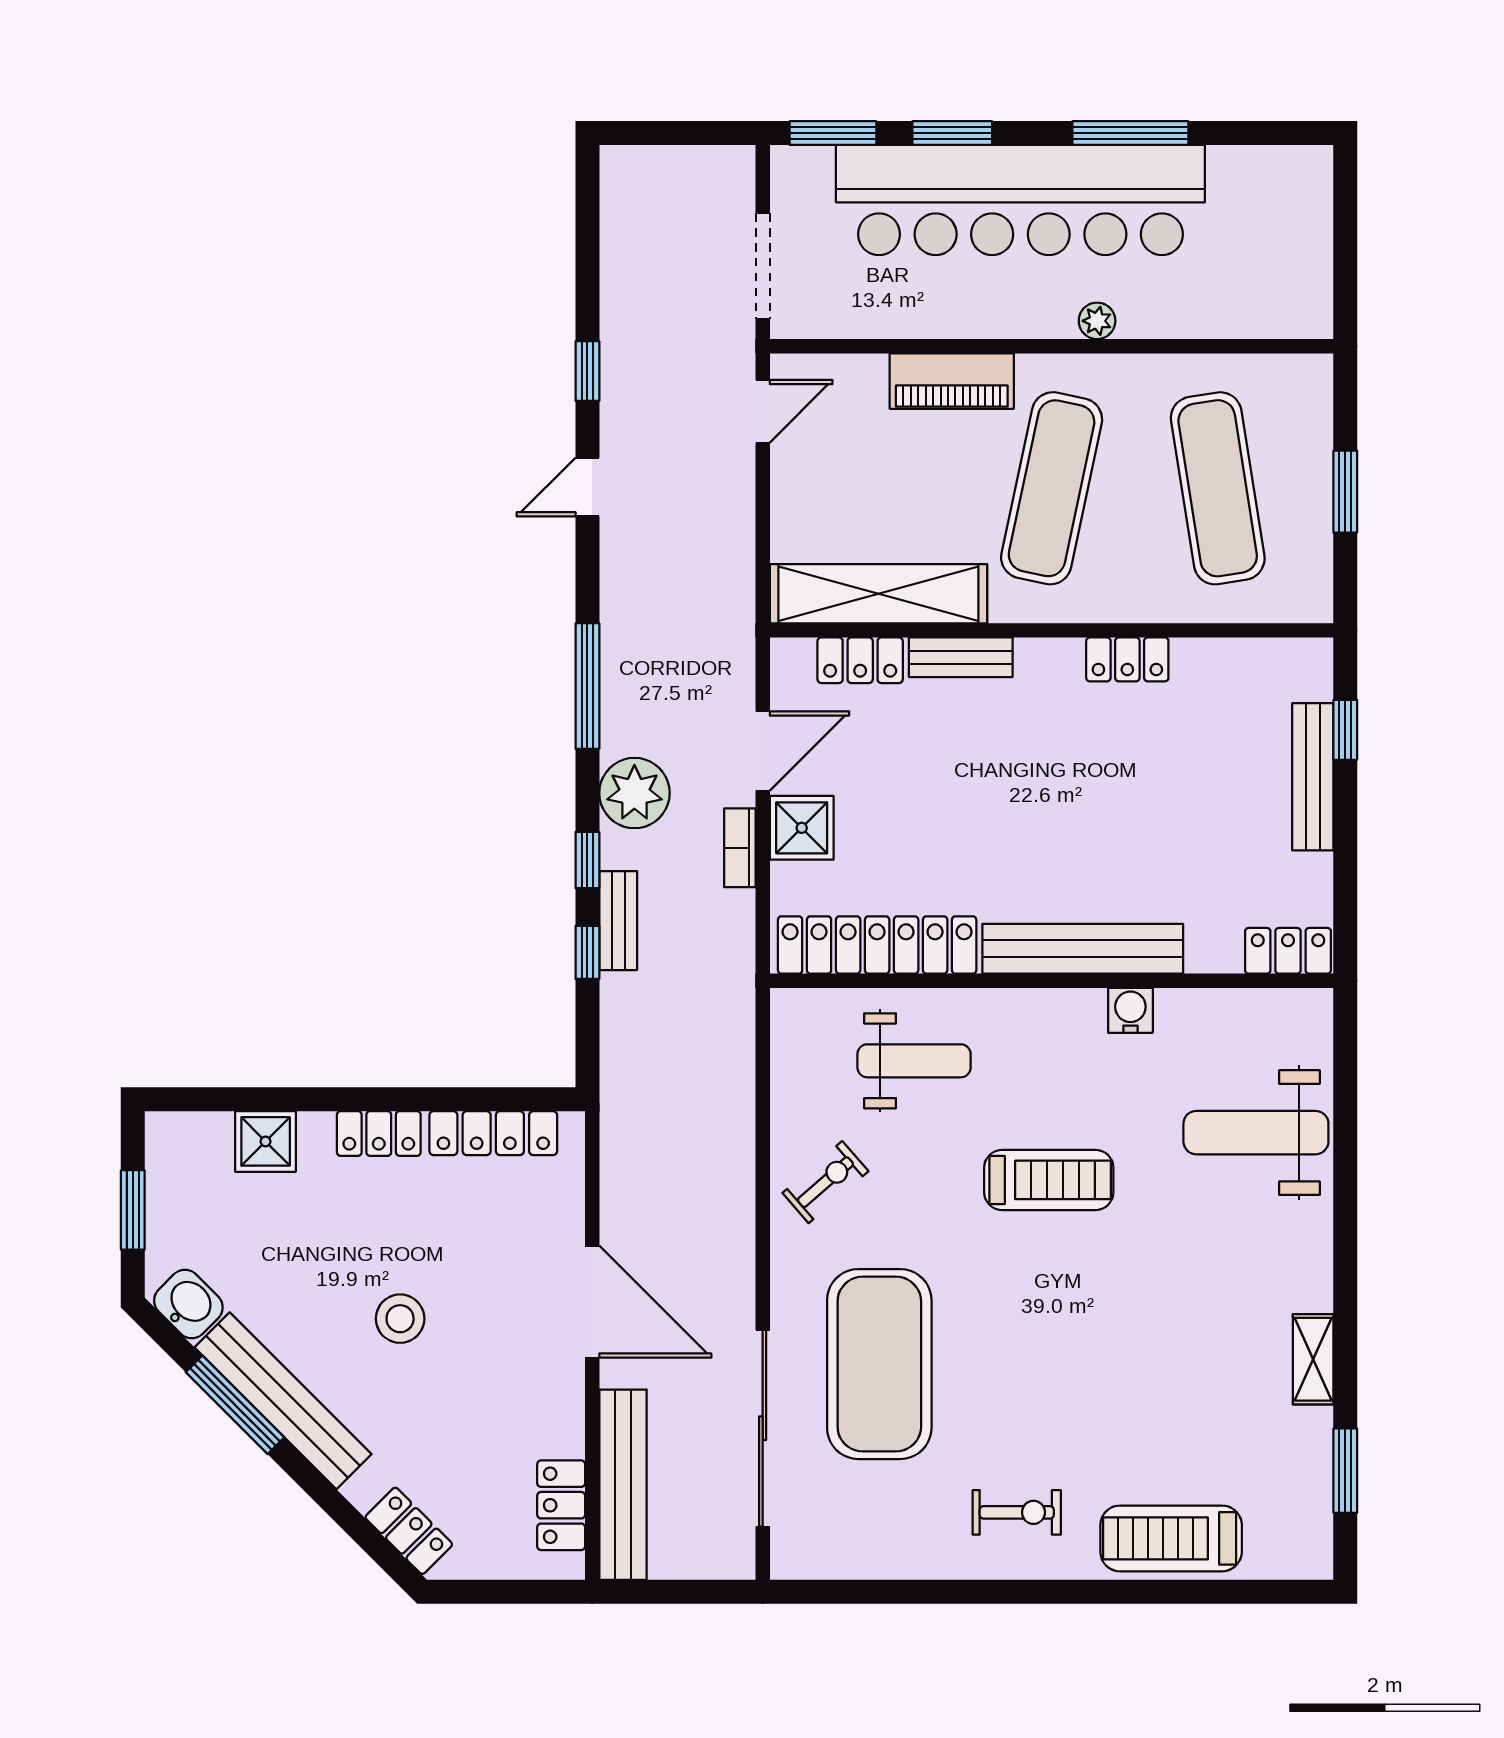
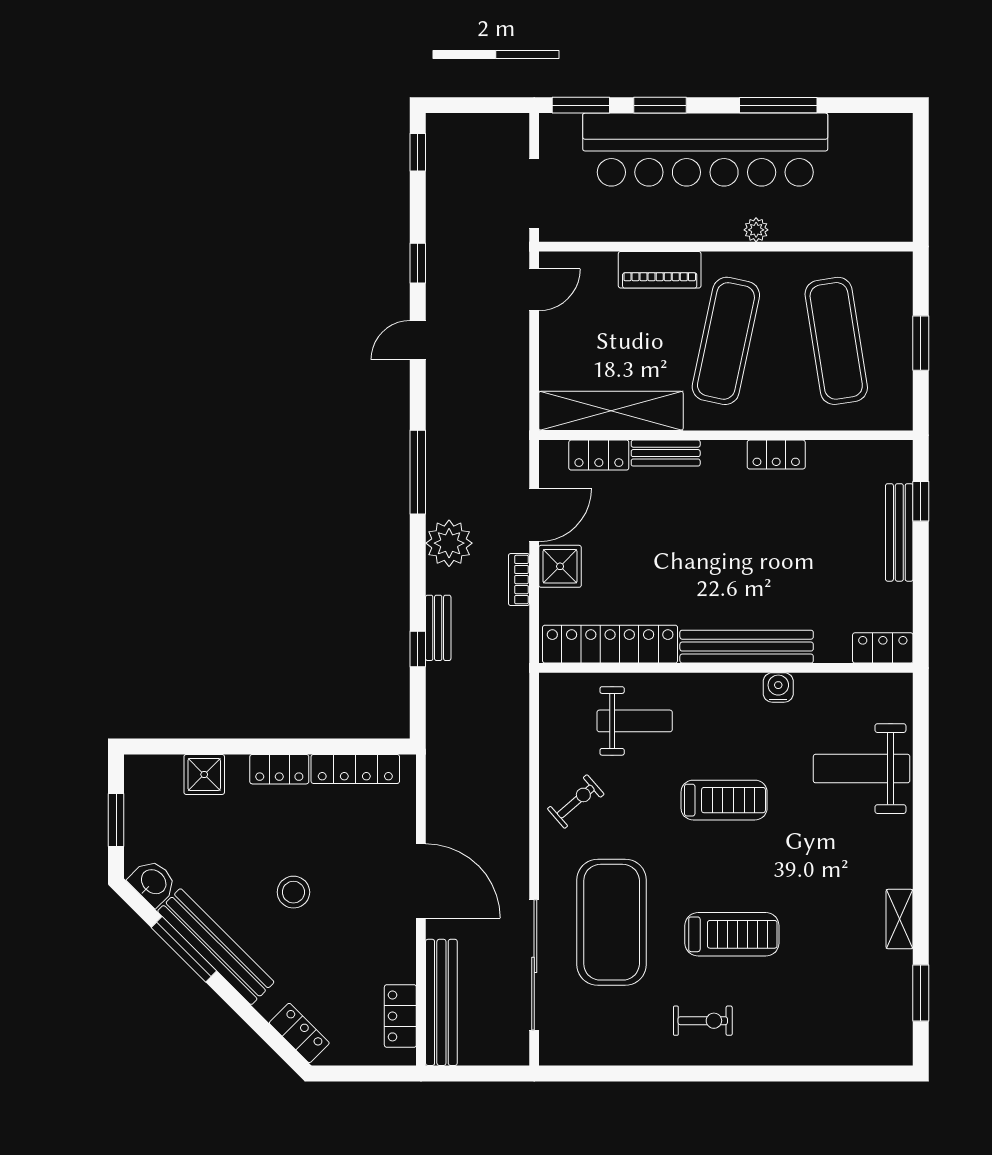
window: (587, 860) -> (418, 152), moved
treadmill: (1171, 1538) -> (732, 934), moved, turned 180

